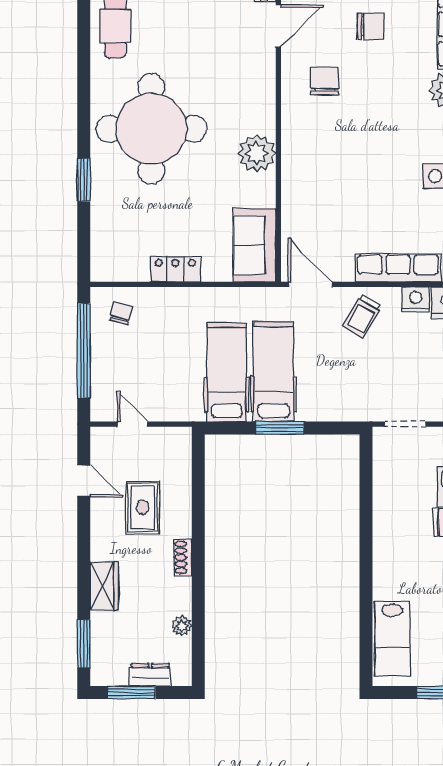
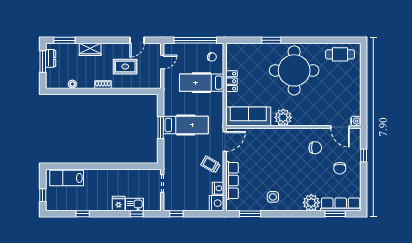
sofa: (254, 245) -> (248, 116), width x1.36
hospital bed: (227, 372) -> (202, 83), moved, turned 180
dresser: (150, 675) -> (51, 58), moved

